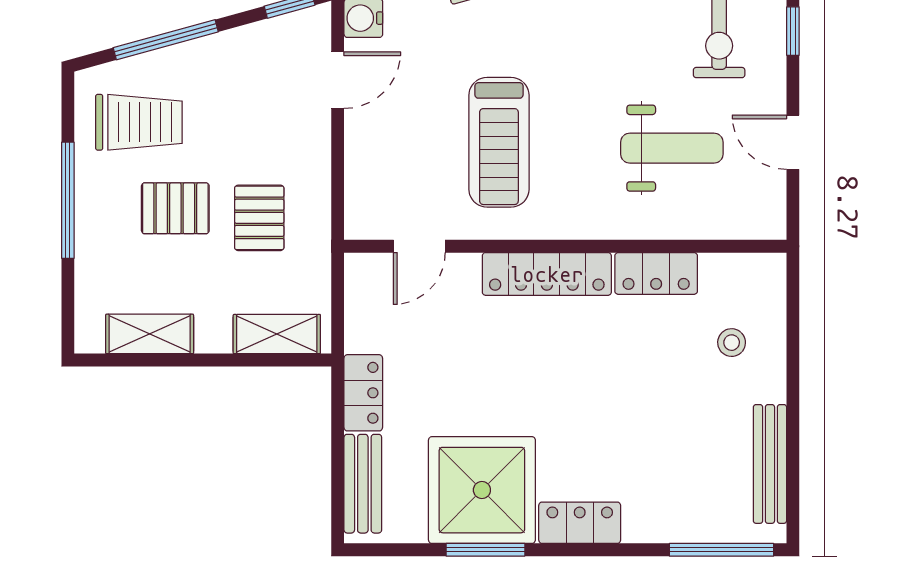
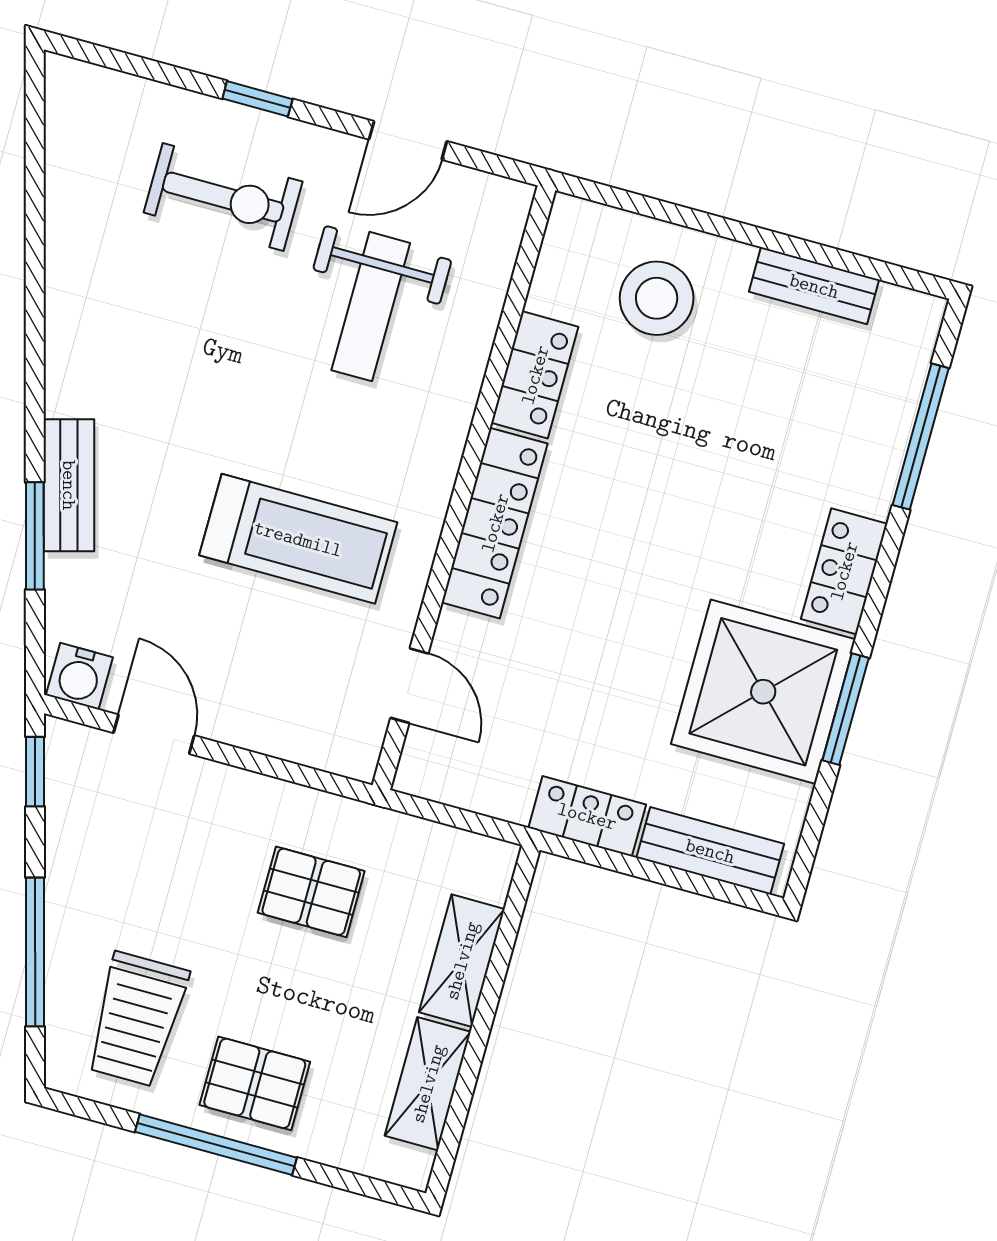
trolley: (139, 122) -> (137, 1019), turned 180
weight bench: (672, 148) -> (371, 307), turned 180
pallet: (175, 208) -> (255, 1083), moved, turned 90
shelving: (277, 334) -> (462, 961), moved
stool: (732, 343) -> (657, 298), width x1.89, depth x1.89
bench: (770, 464) -> (814, 286), width x0.73
window: (722, 550) -> (921, 437), moved

